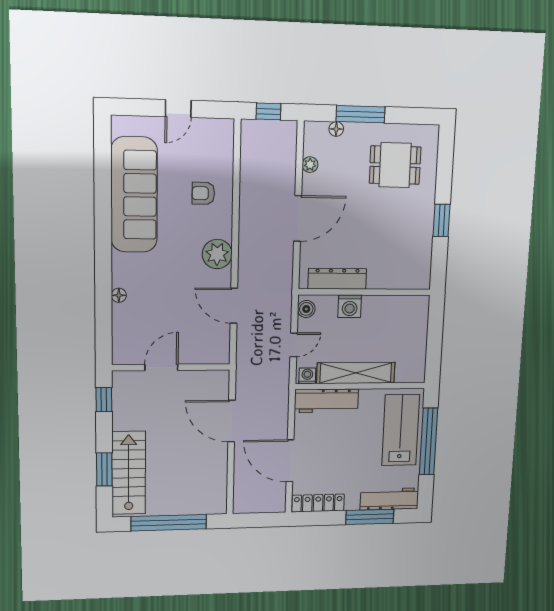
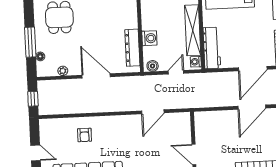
plant: (217, 254) -> (121, 124), removed
door: (294, 345) -> (176, 72), hinge flipped
door: (232, 421) -> (252, 107), moved

